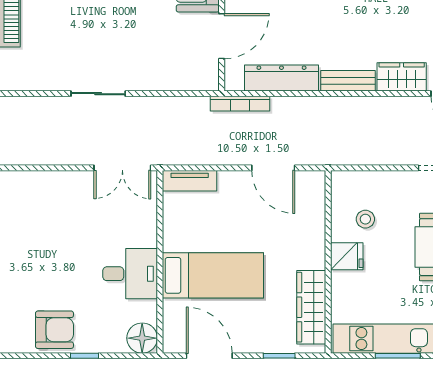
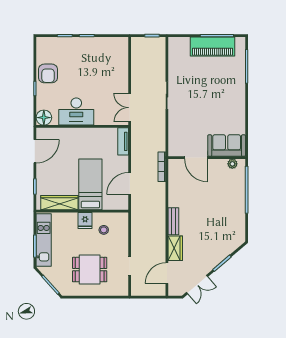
dresser: (281, 78) -> (175, 188), removed
desk: (130, 274) -> (76, 112), width x1.37
bed: (213, 275) -> (90, 184), moved, turned 180

